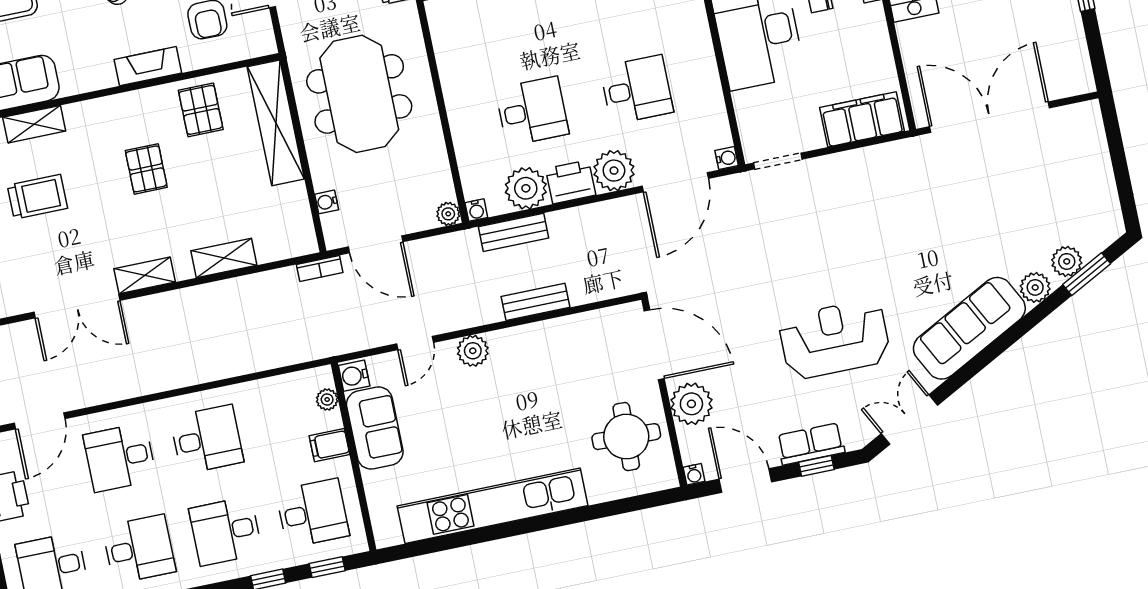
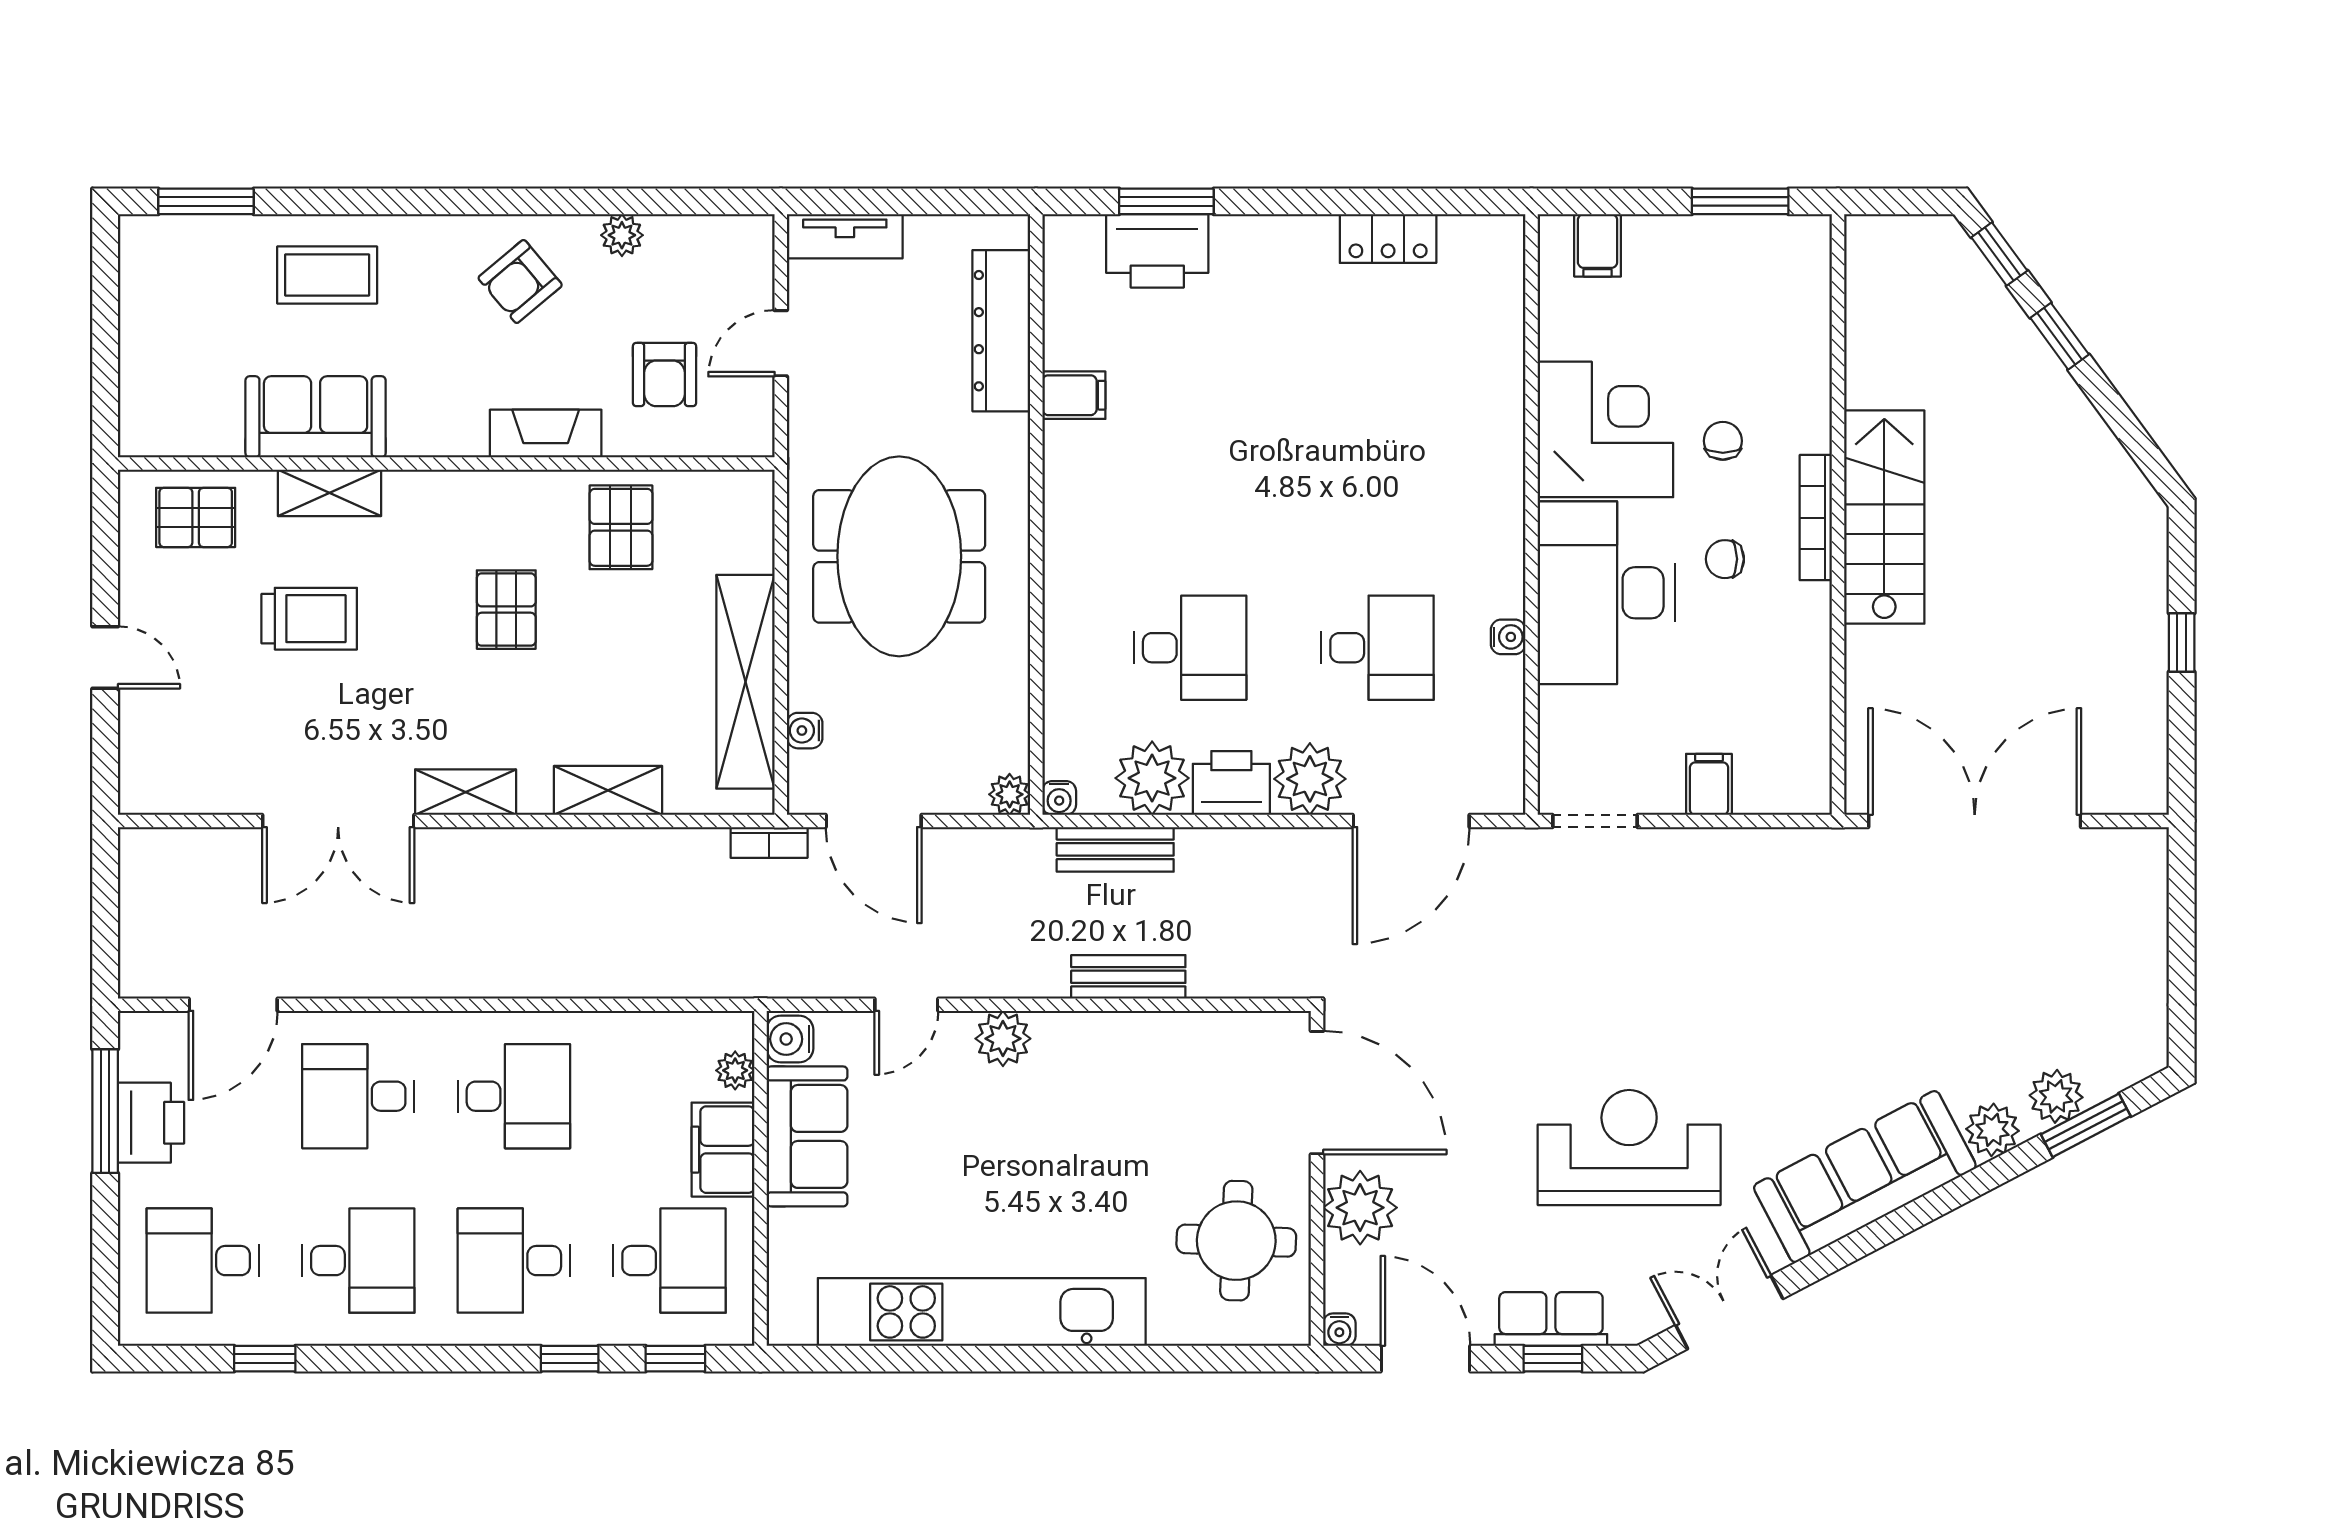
filing cabinet: (862, 119) -> (1709, 784), width x0.33, depth x0.86
shelving: (276, 123) -> (745, 682), moved
water cooler: (727, 158) -> (1508, 637), moved
filing cabinet: (329, 445) -> (723, 1150), width x2.00

